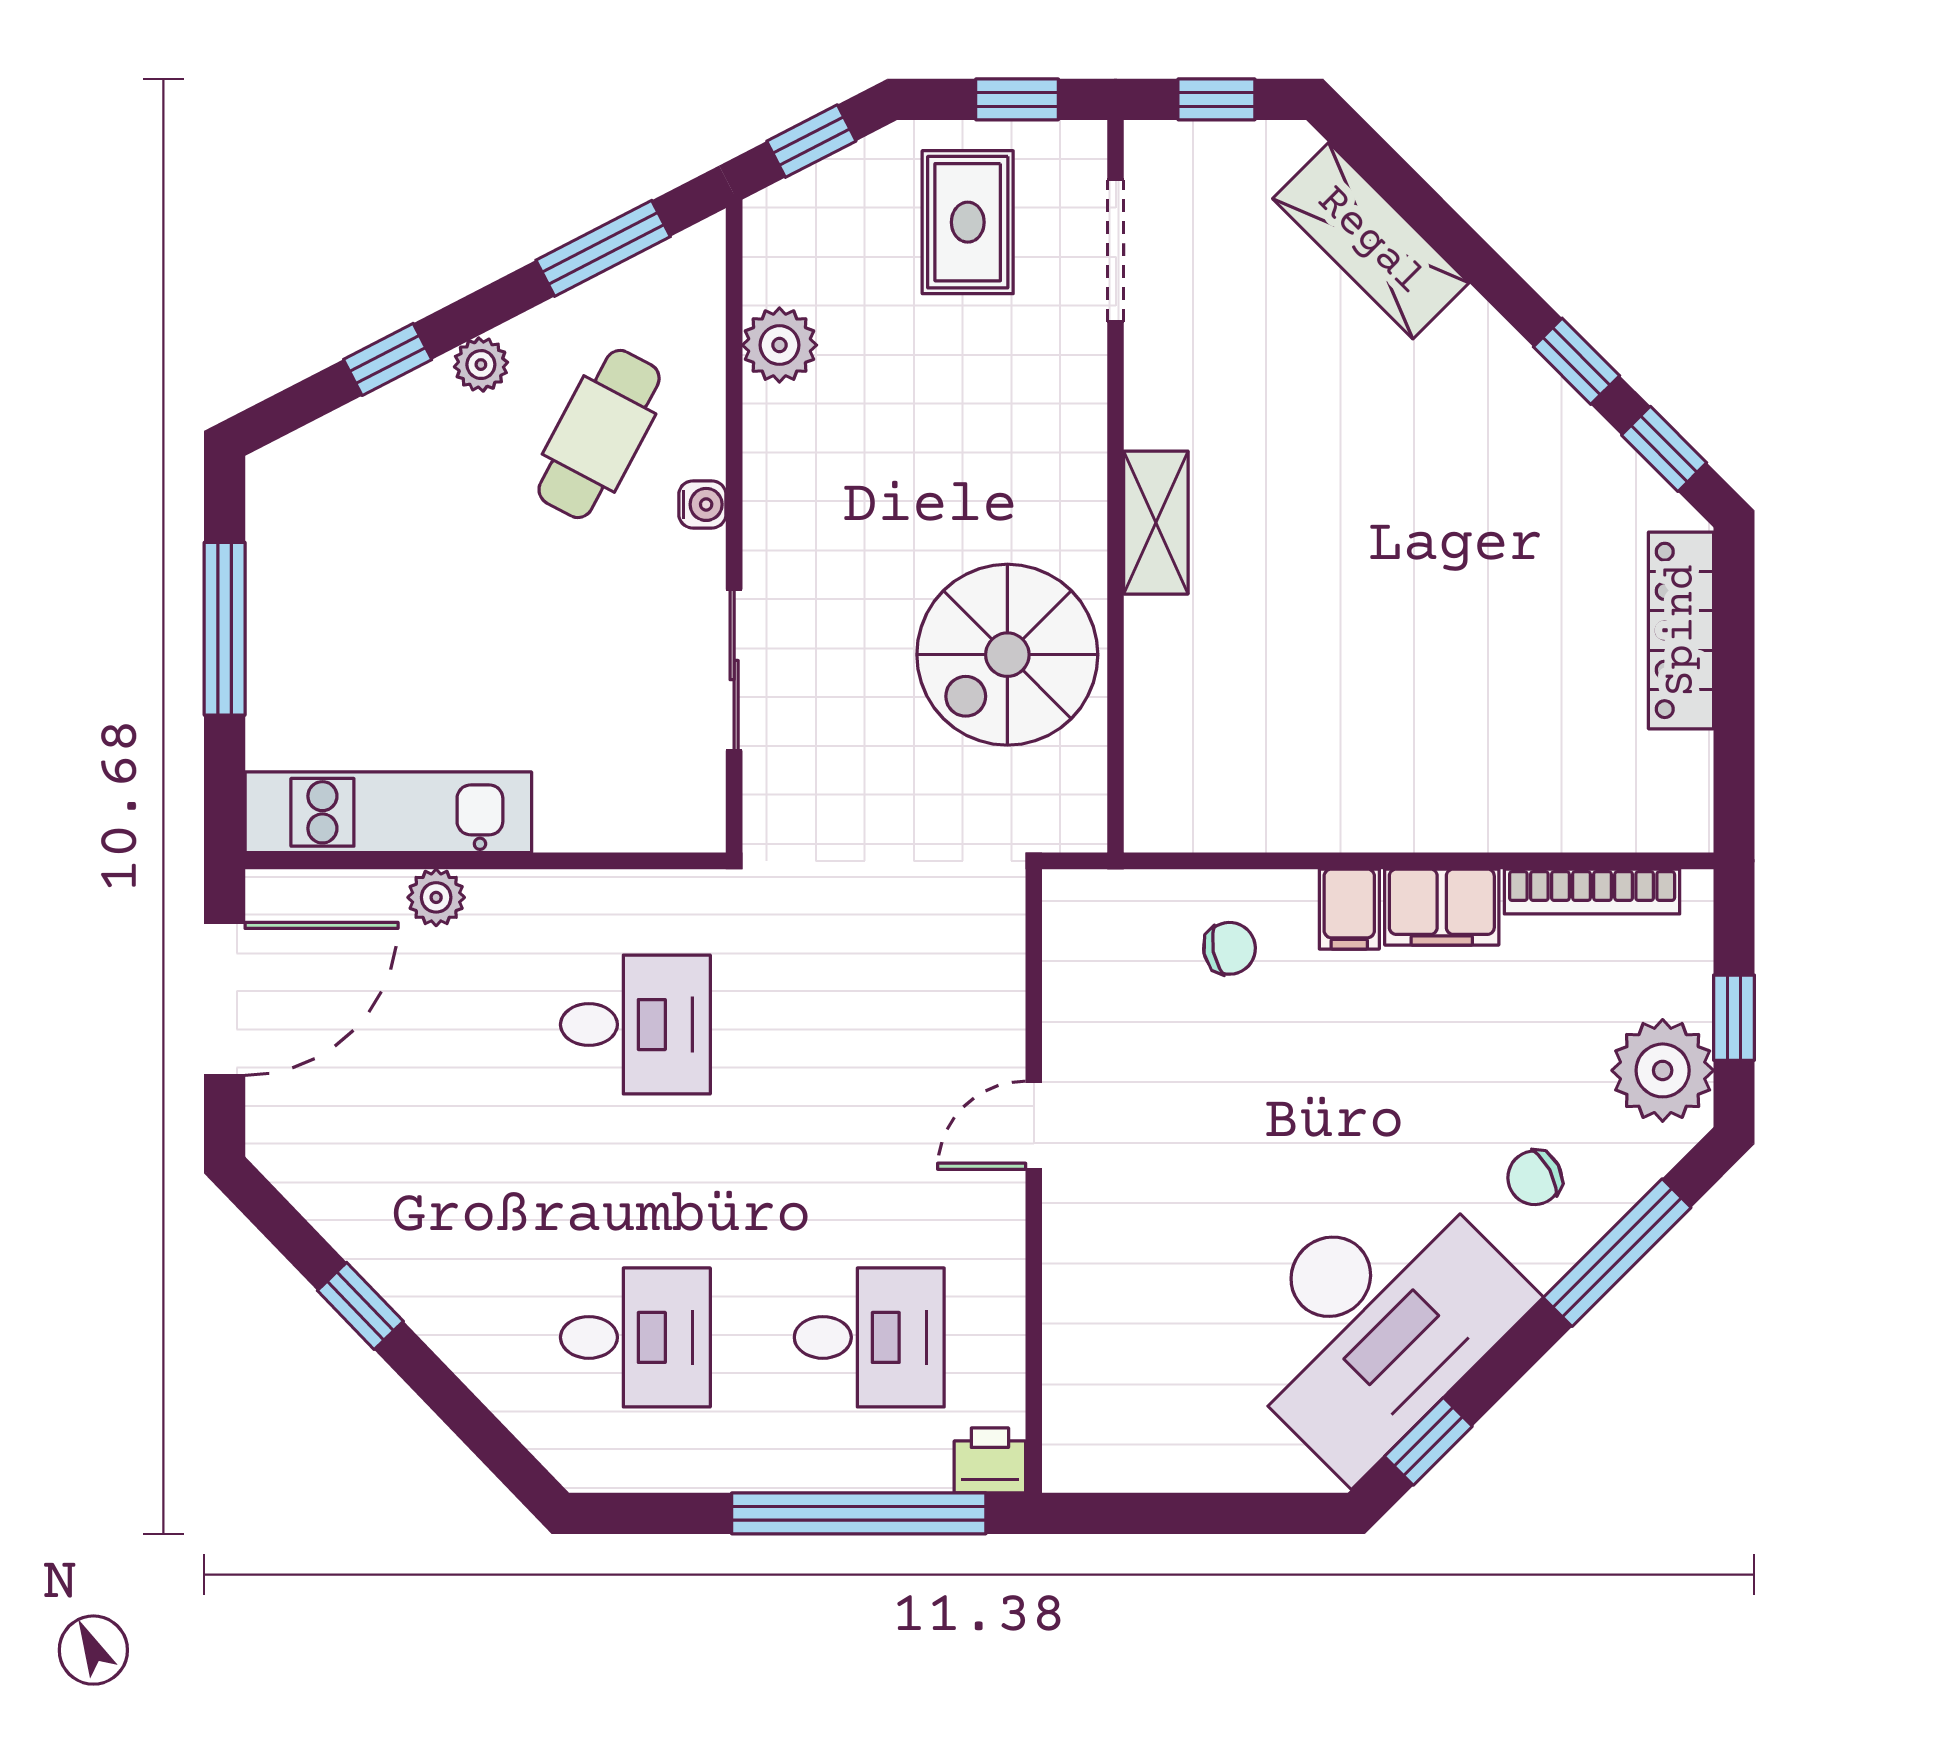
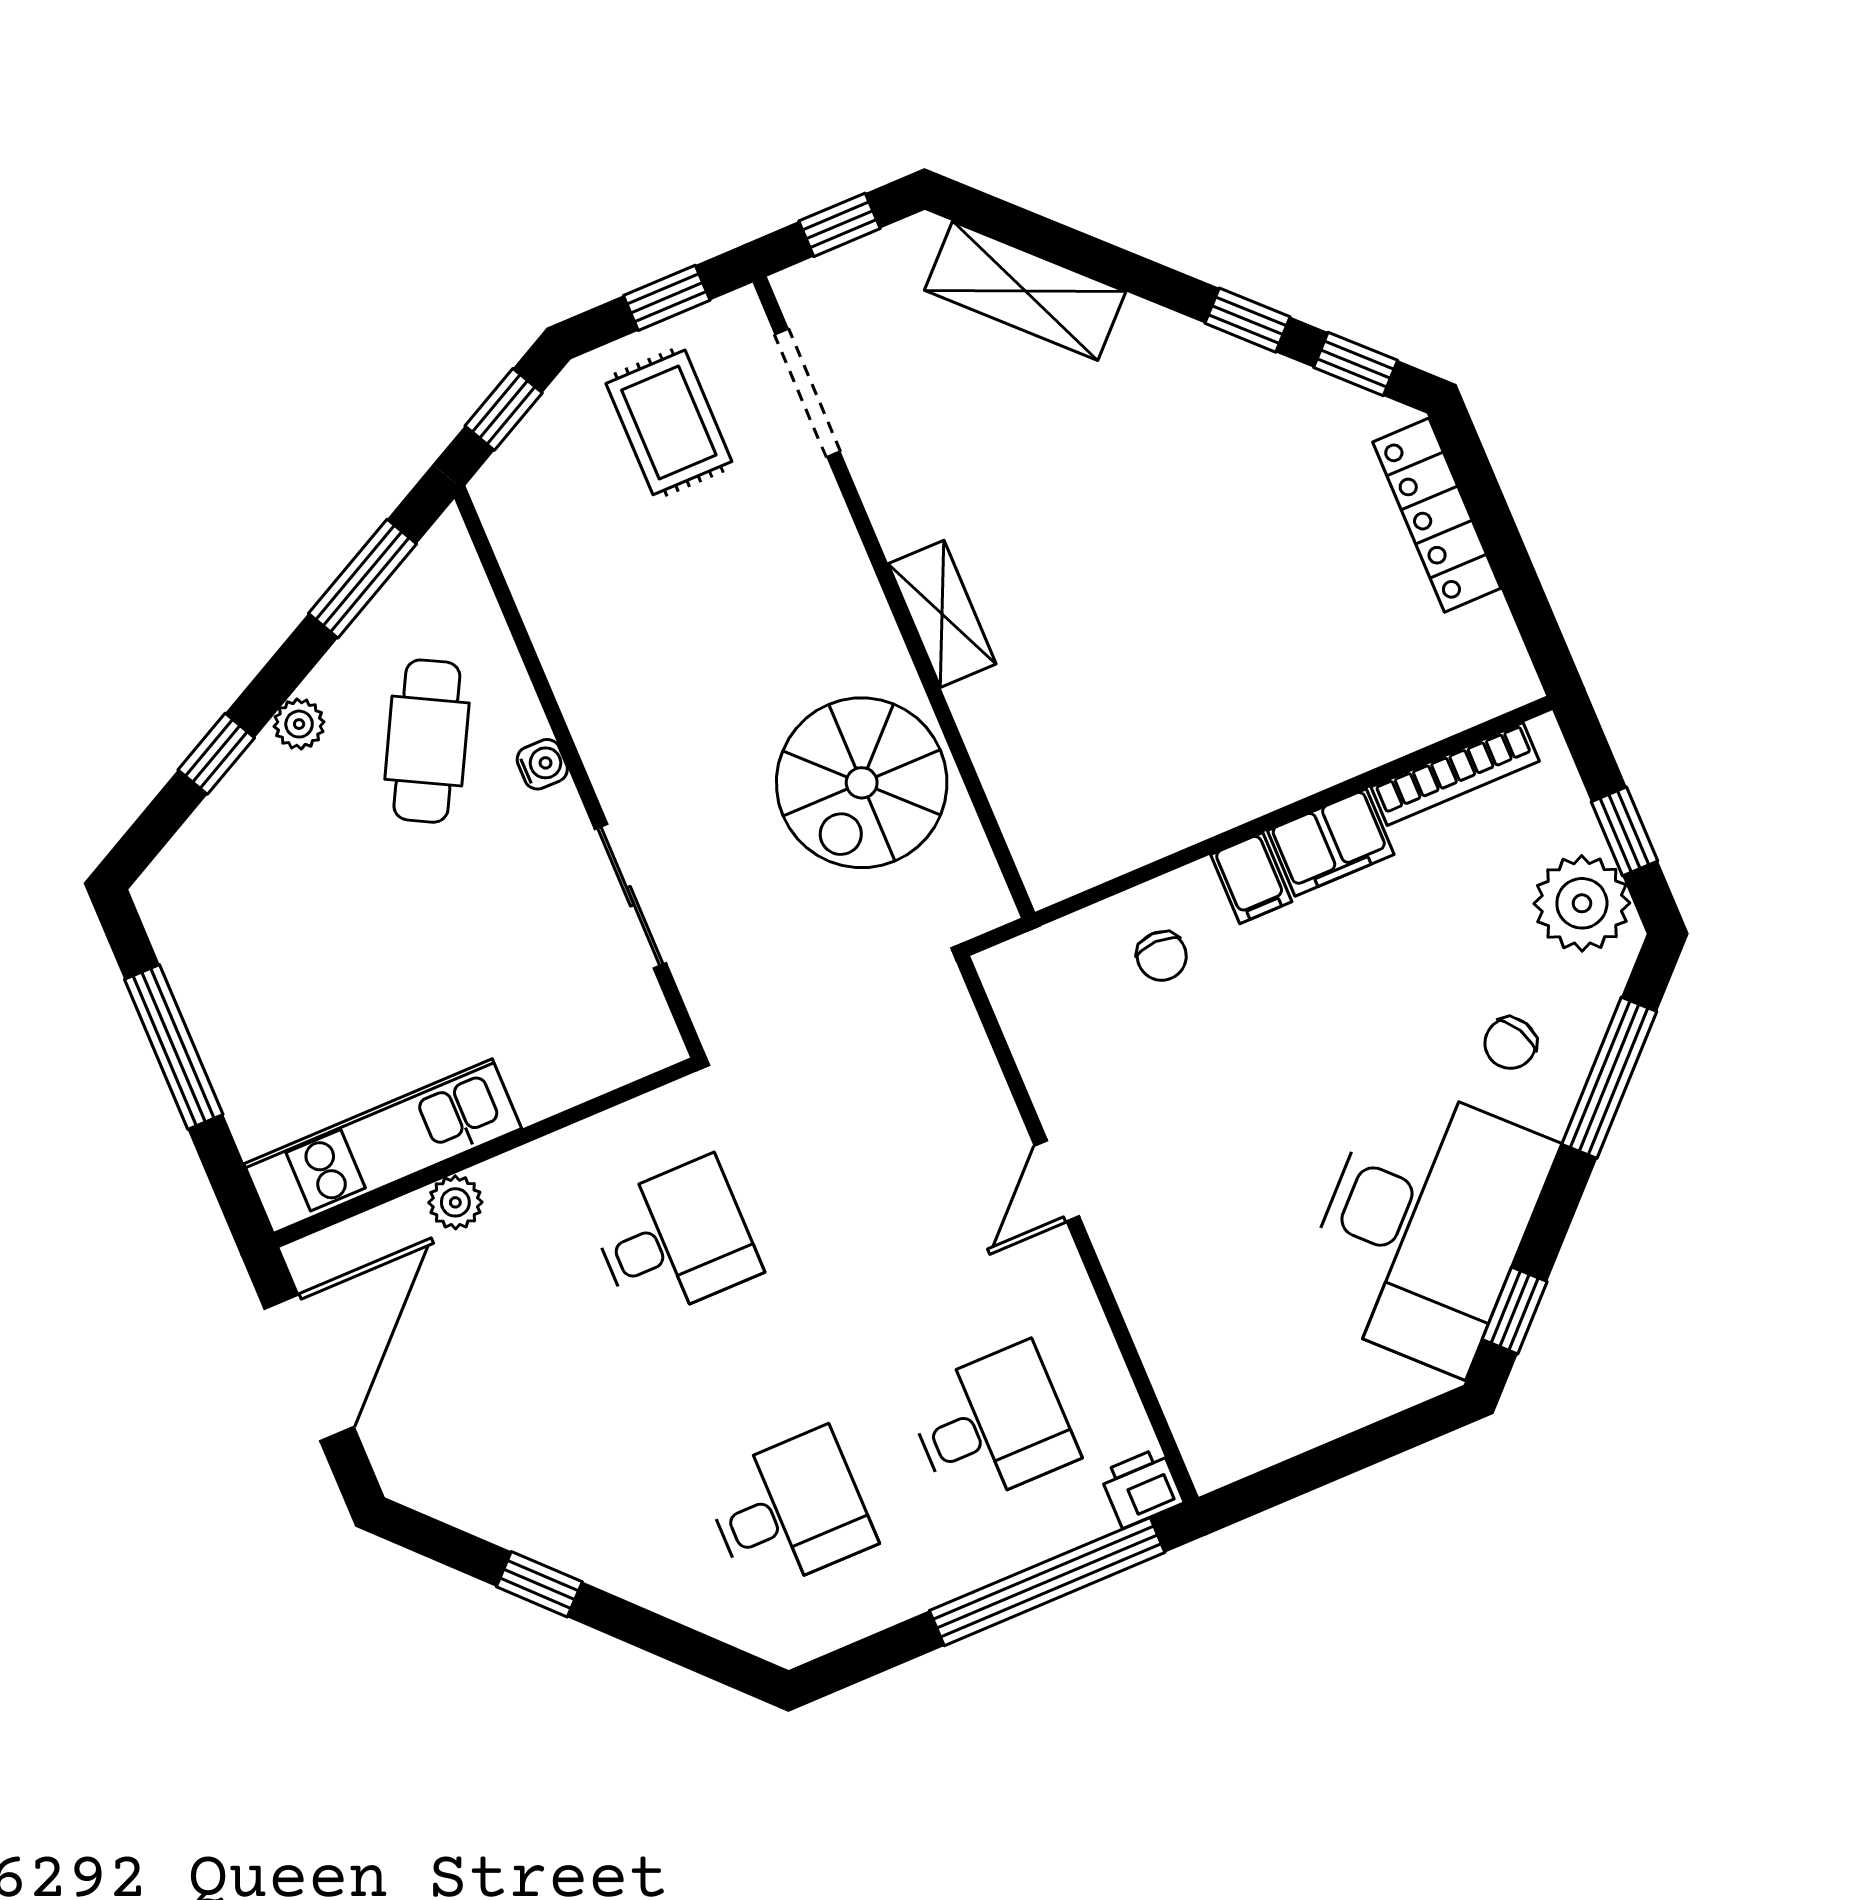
plant: (779, 345) -> (551, 598), removed
chair: (1229, 948) -> (1162, 956), turned 101

